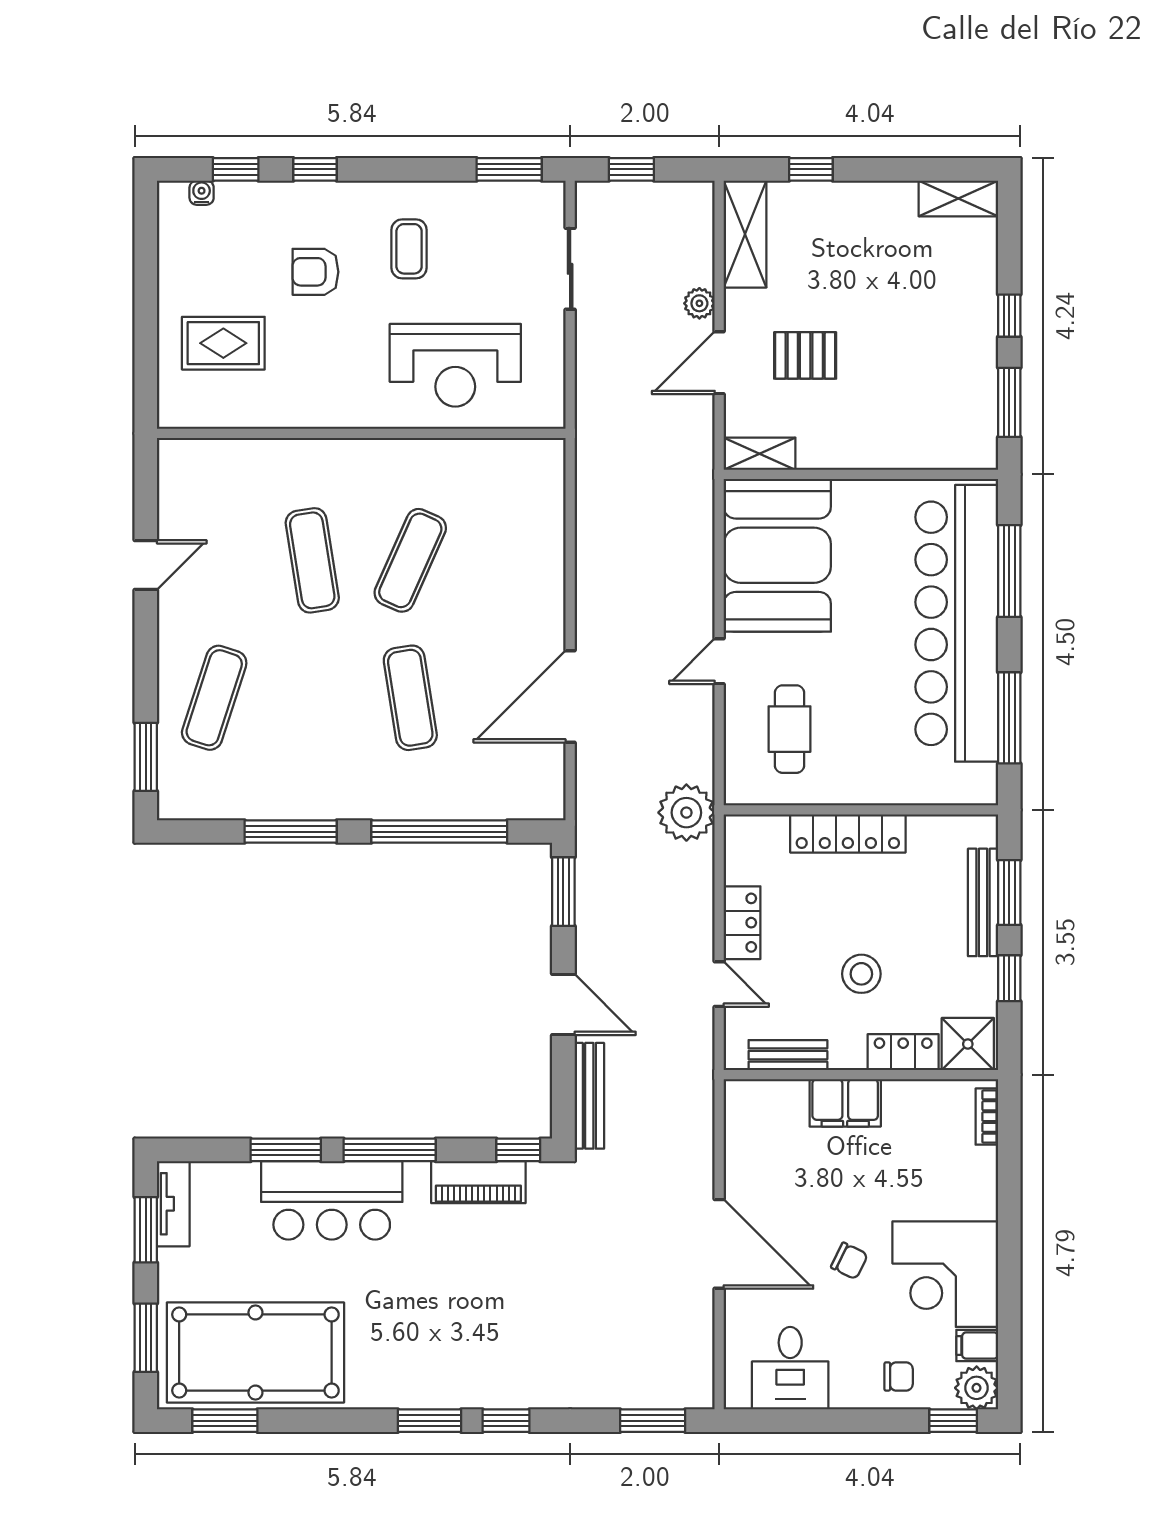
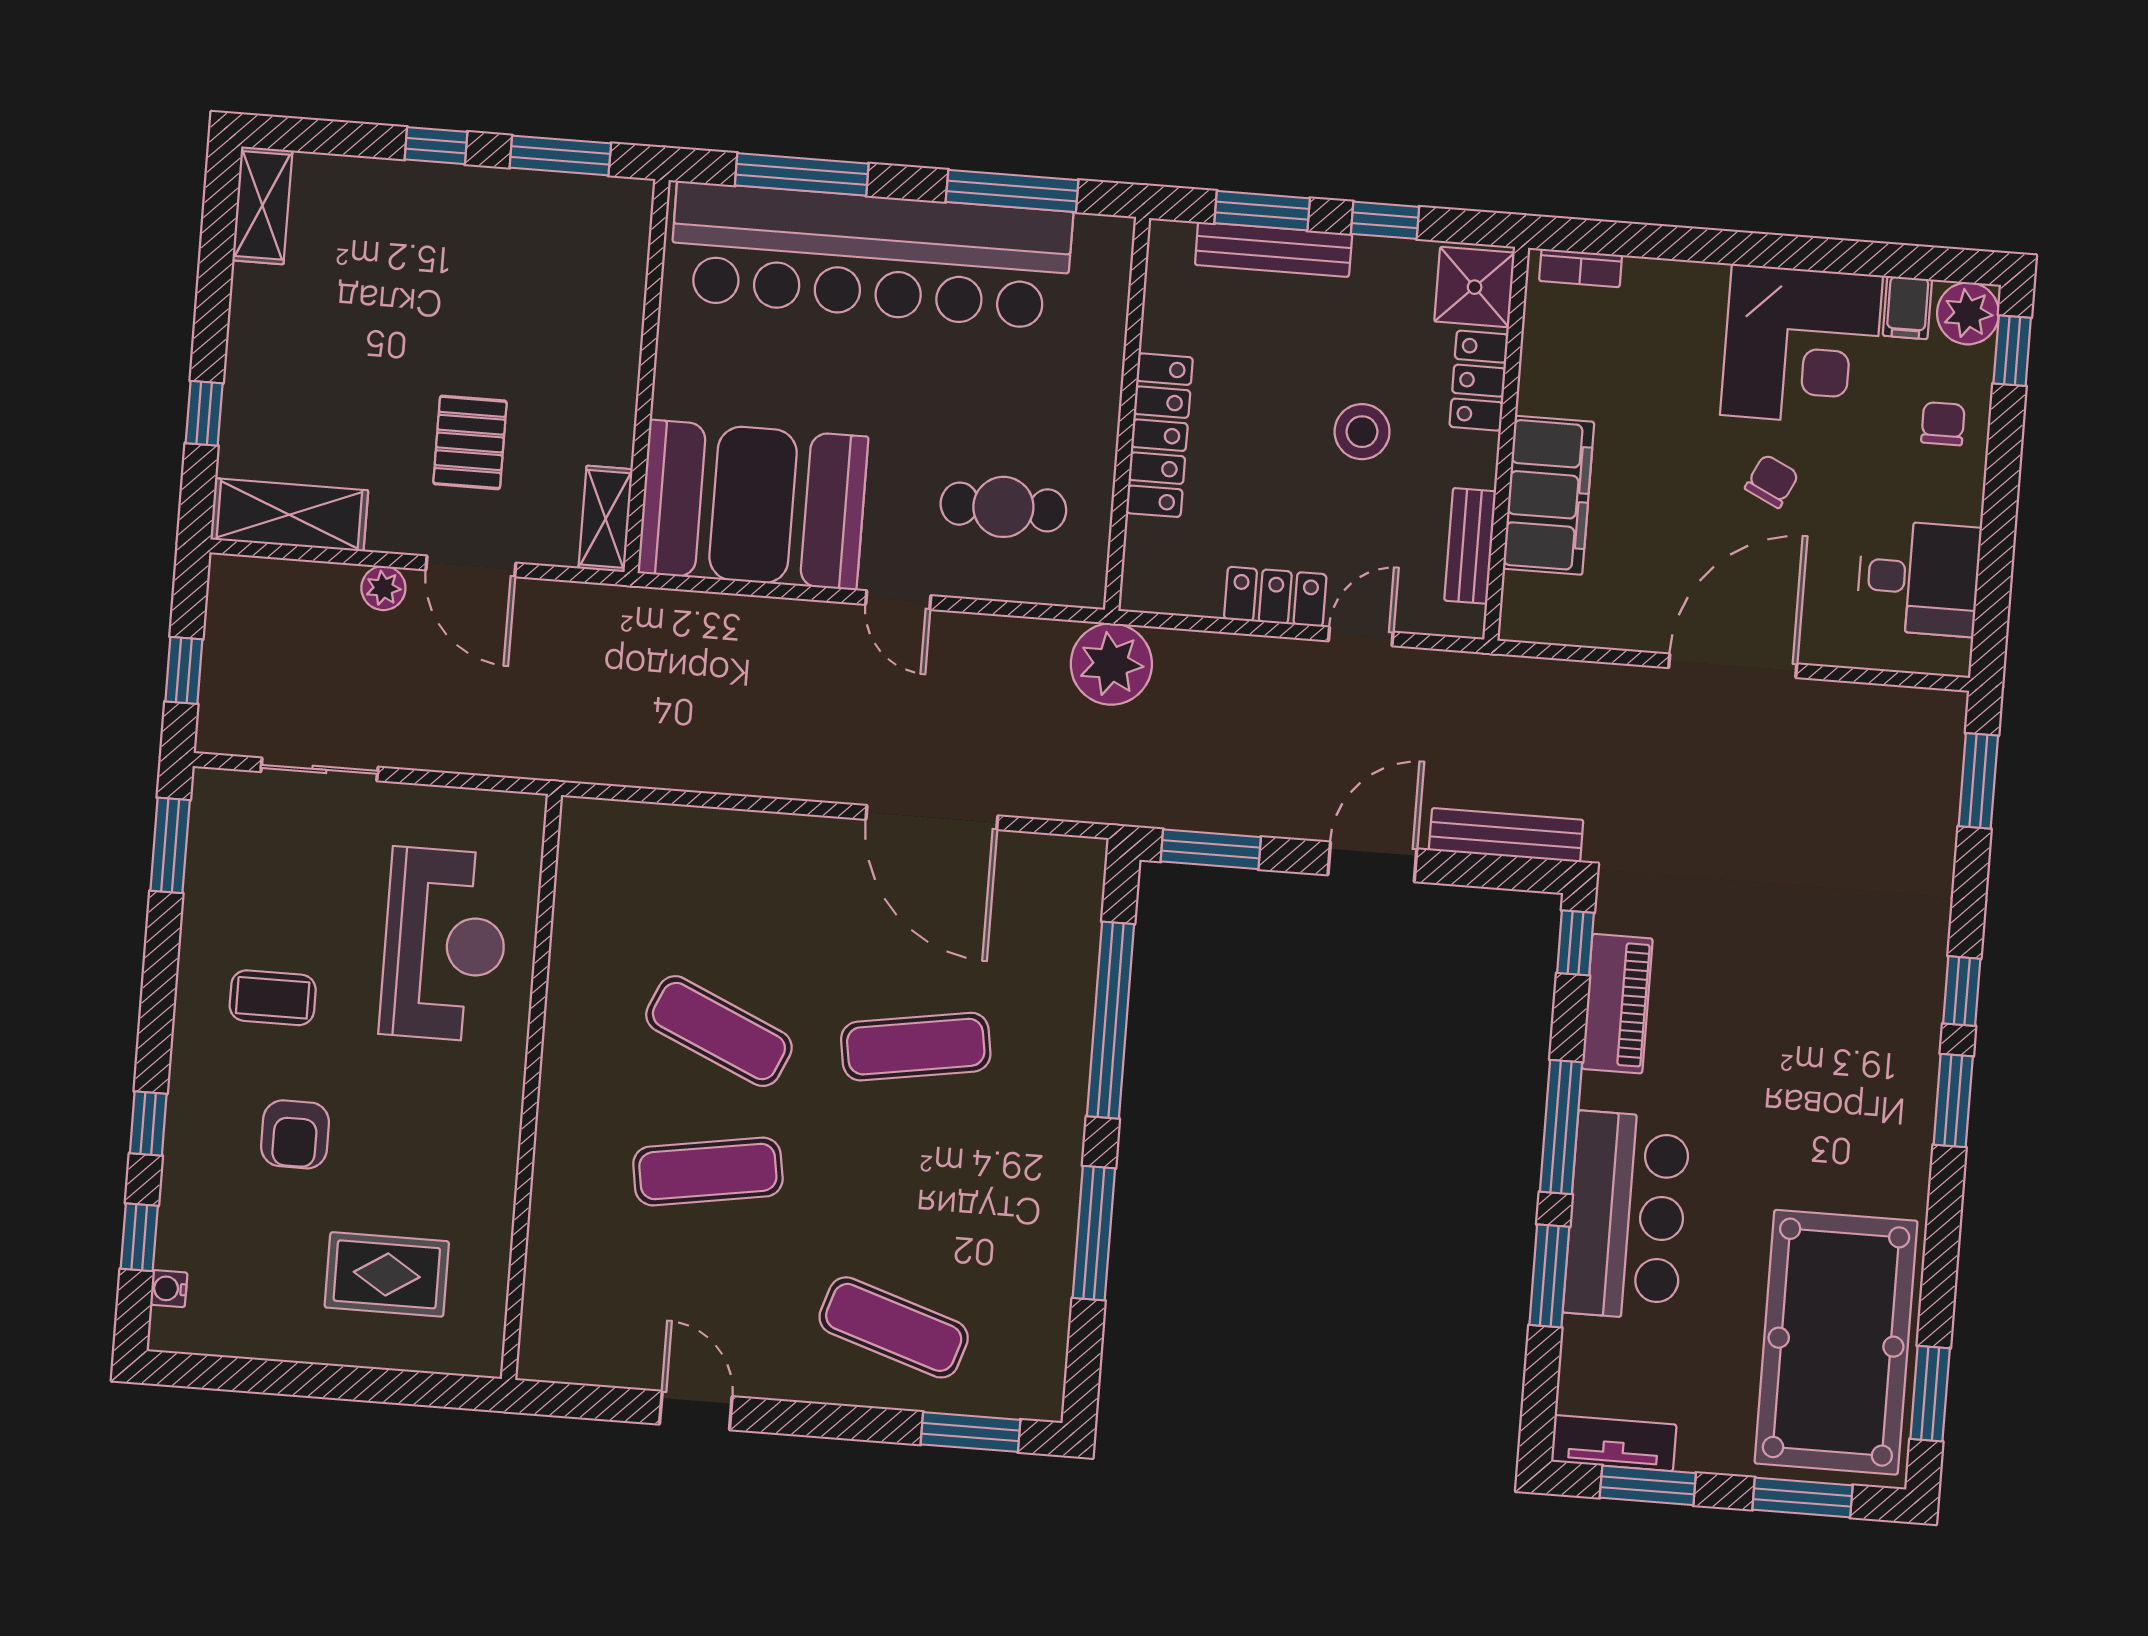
rug: (223, 343) -> (387, 1274), turned 90
filing cabinet: (845, 1103) -> (1549, 495), width x1.50, depth x1.17

